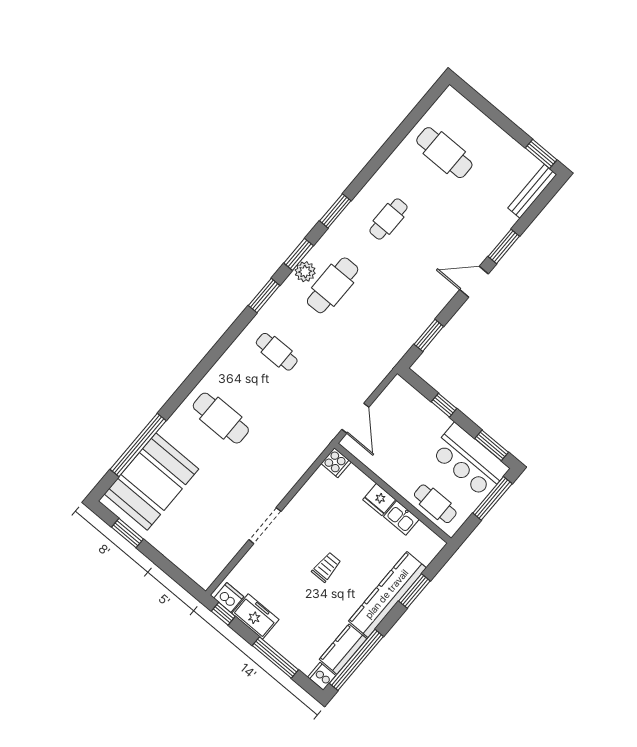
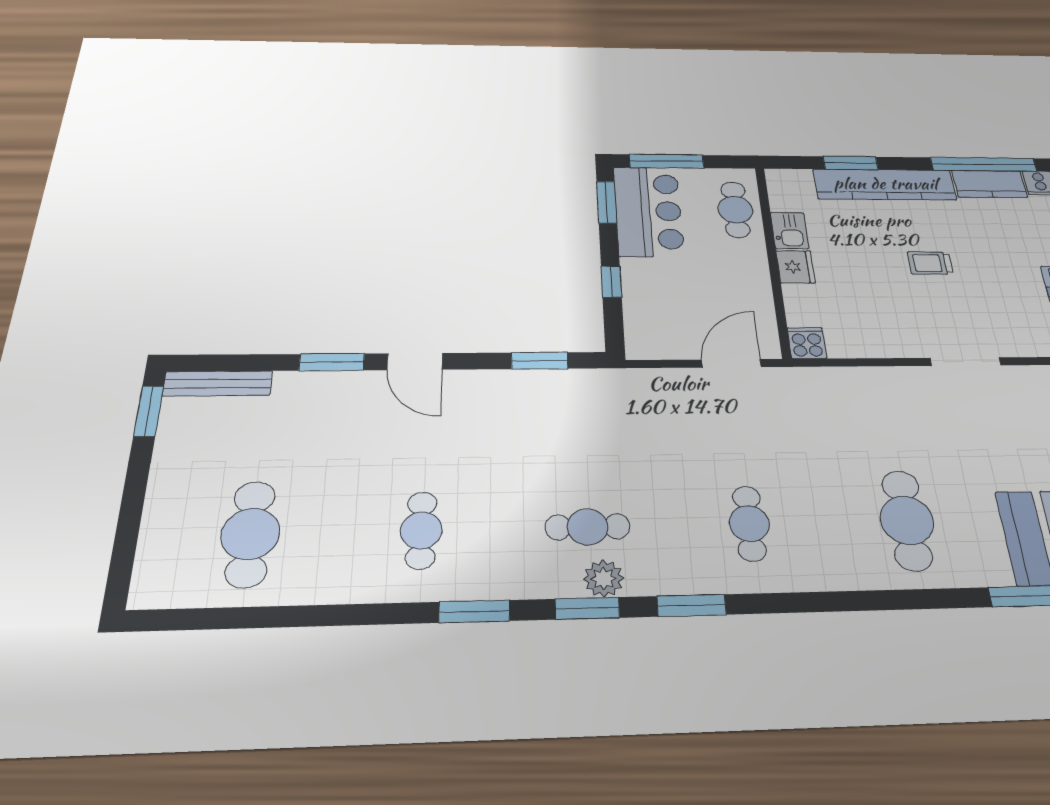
cafe table: (388, 219) -> (421, 530), turned 90
cafe table: (333, 285) -> (587, 527), width x0.73, depth x0.74

